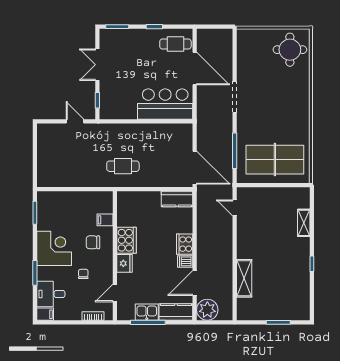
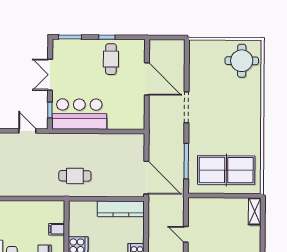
cafe table: (175, 44) -> (111, 59), moved, turned 90
bar counter: (165, 104) -> (79, 114), moved
kitchen counter: (177, 199) -> (121, 209), width x1.50
door: (235, 208) -> (186, 234), moved
shelving: (304, 223) -> (255, 211), moved

